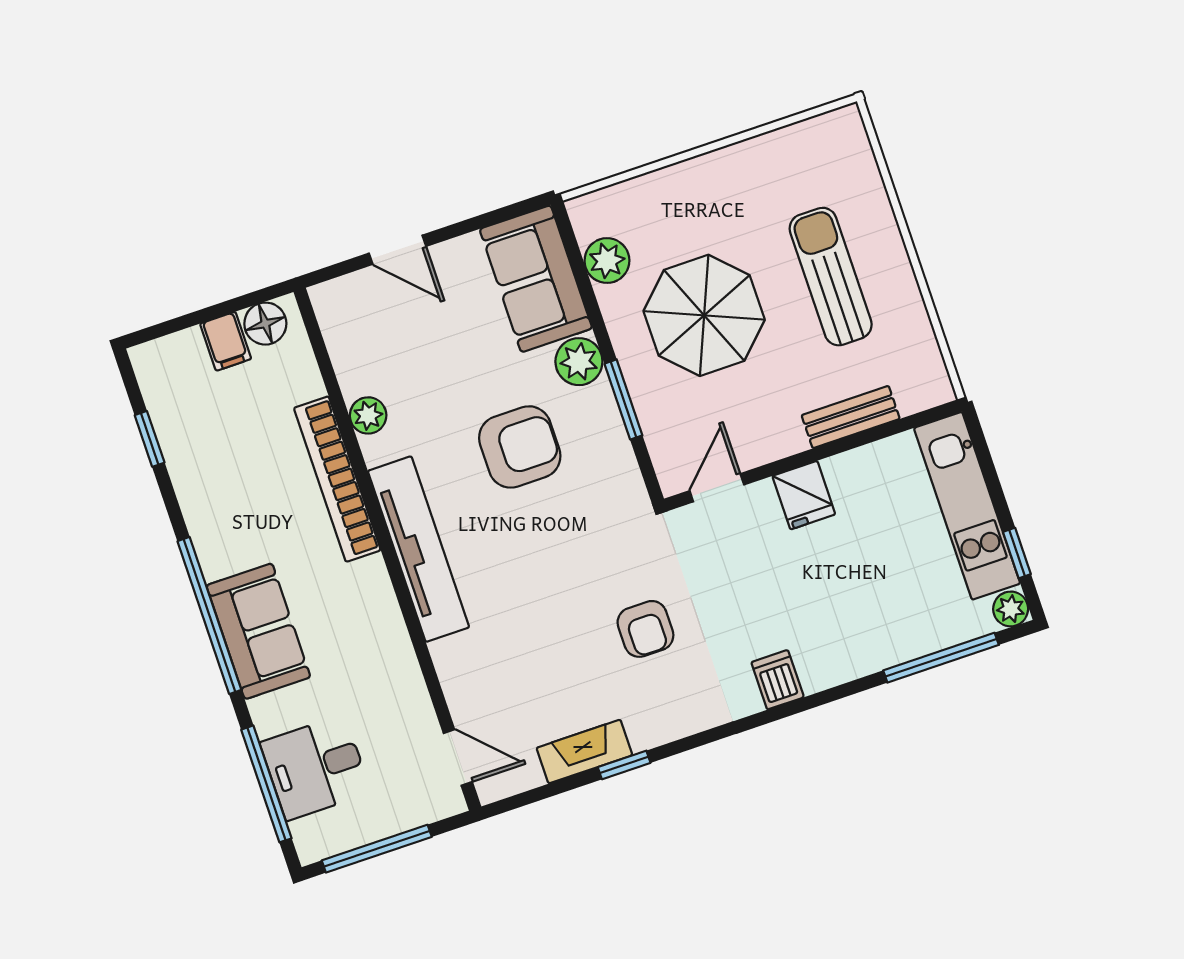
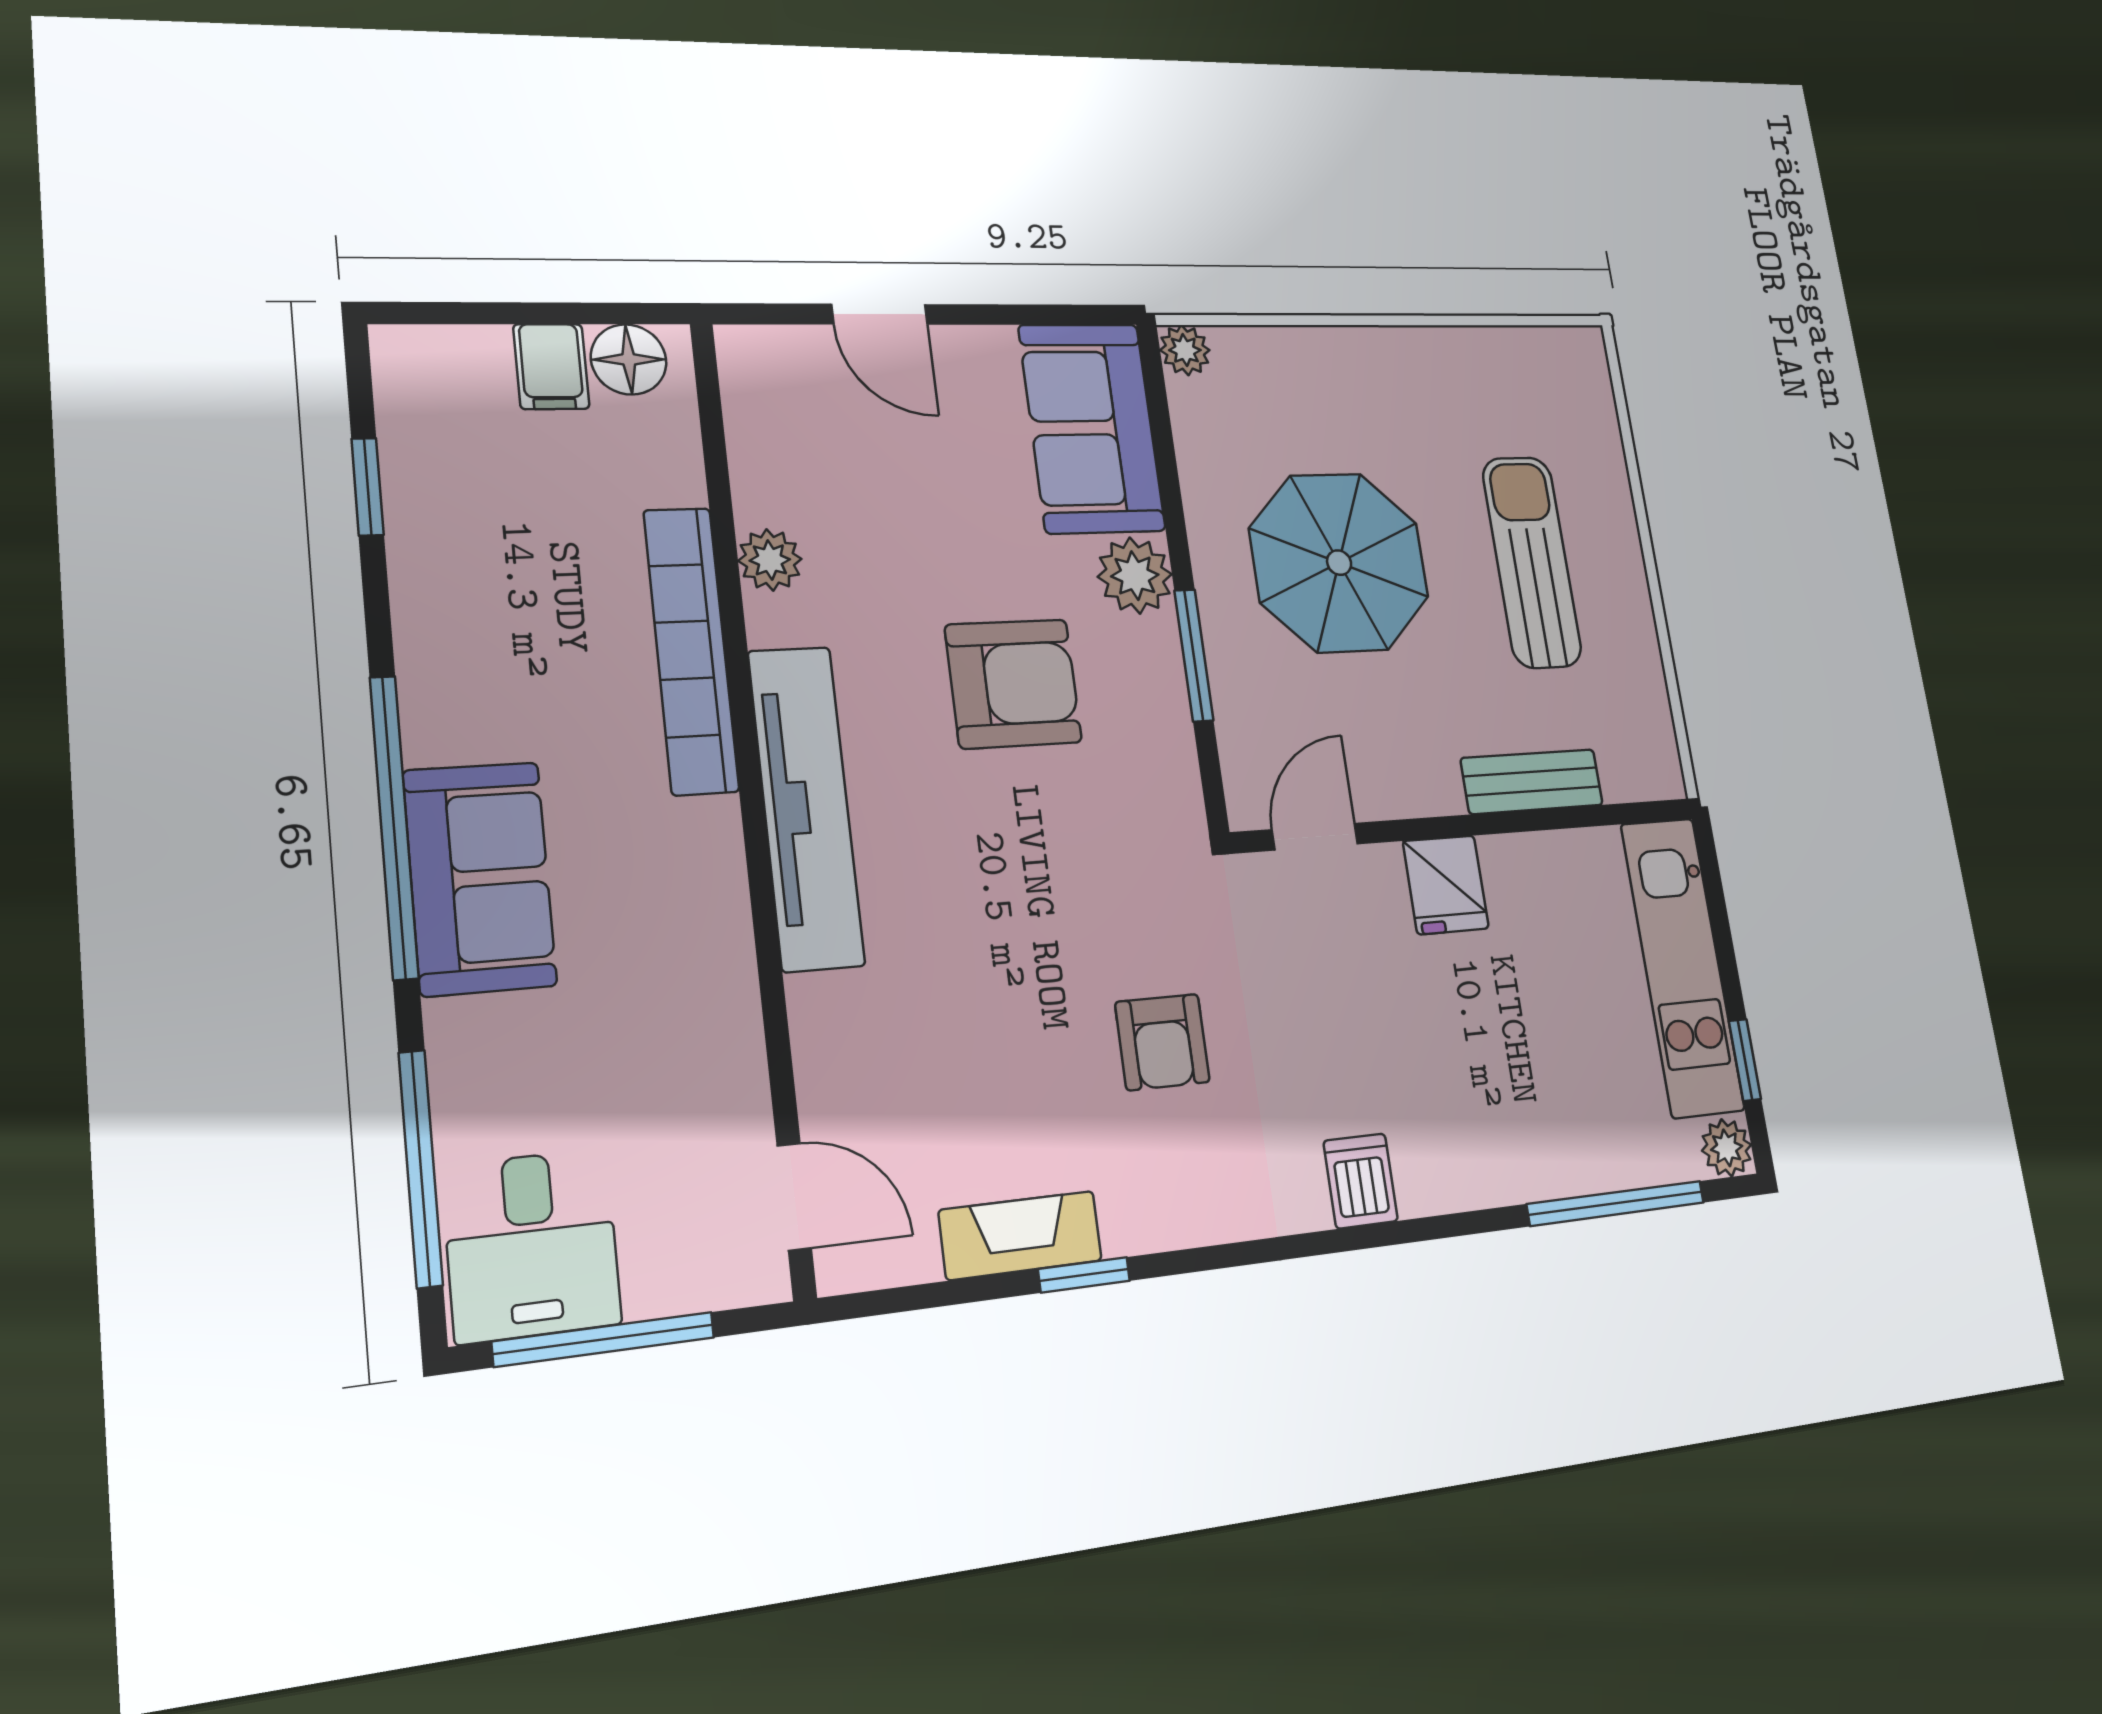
plant: (607, 261) -> (1185, 350), moved, width x0.73, depth x0.73
desk: (315, 768) -> (532, 1245), moved, turned -90

